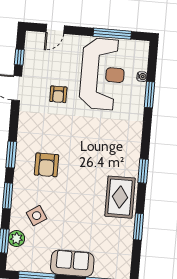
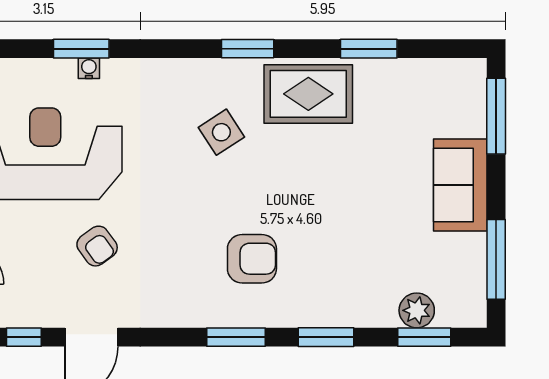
water cooler: (142, 77) -> (89, 68), moved
armchair: (58, 94) -> (97, 246), turned 54
side table: (37, 216) -> (221, 132), moved

